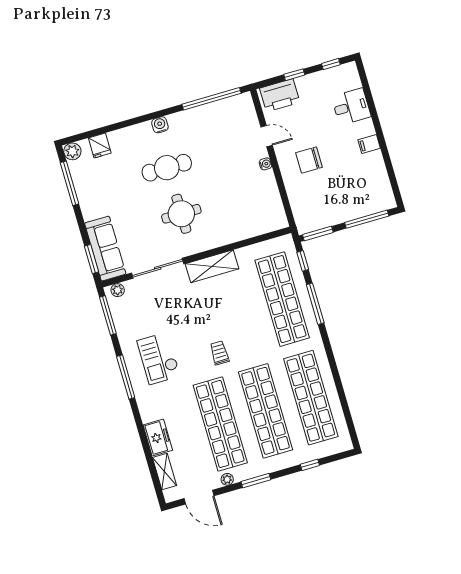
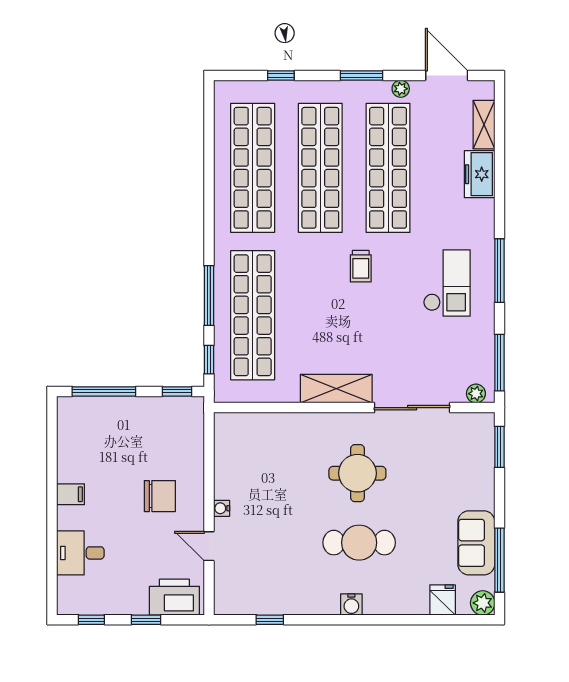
window: (211, 99) -> (270, 620), width x0.32
window: (318, 233) -> (177, 391), width x0.67
sofa: (105, 249) -> (476, 543), moved, width x0.73

